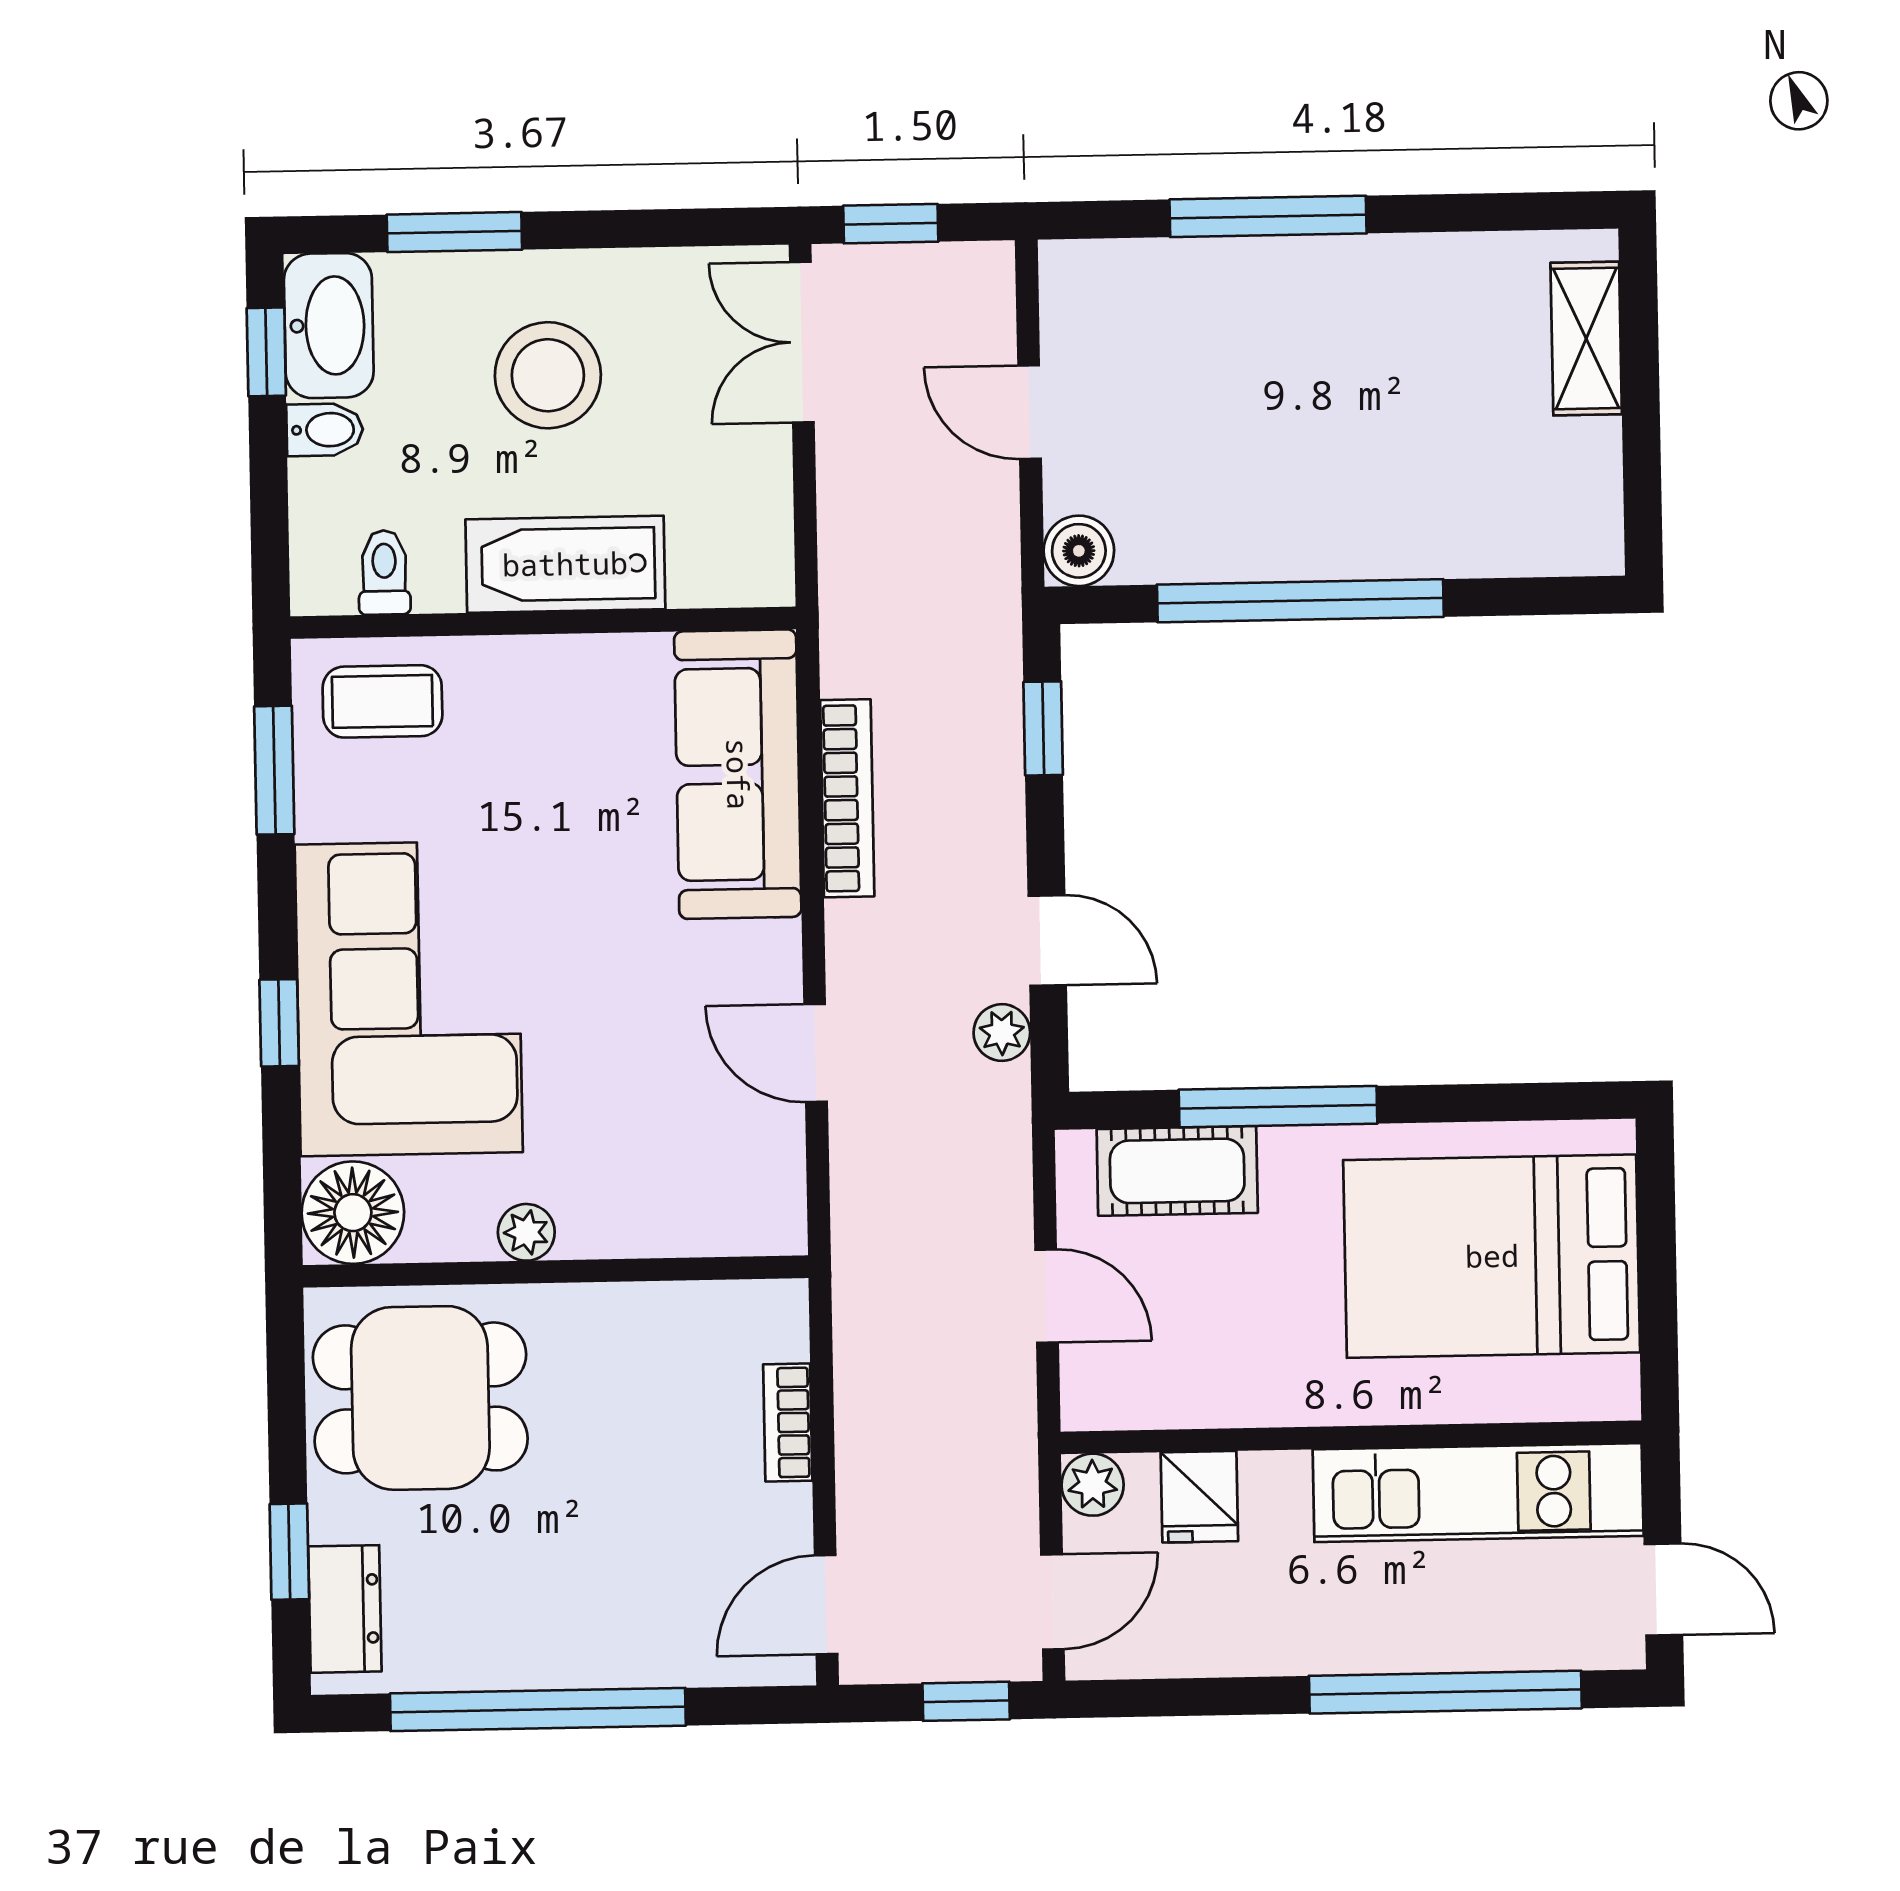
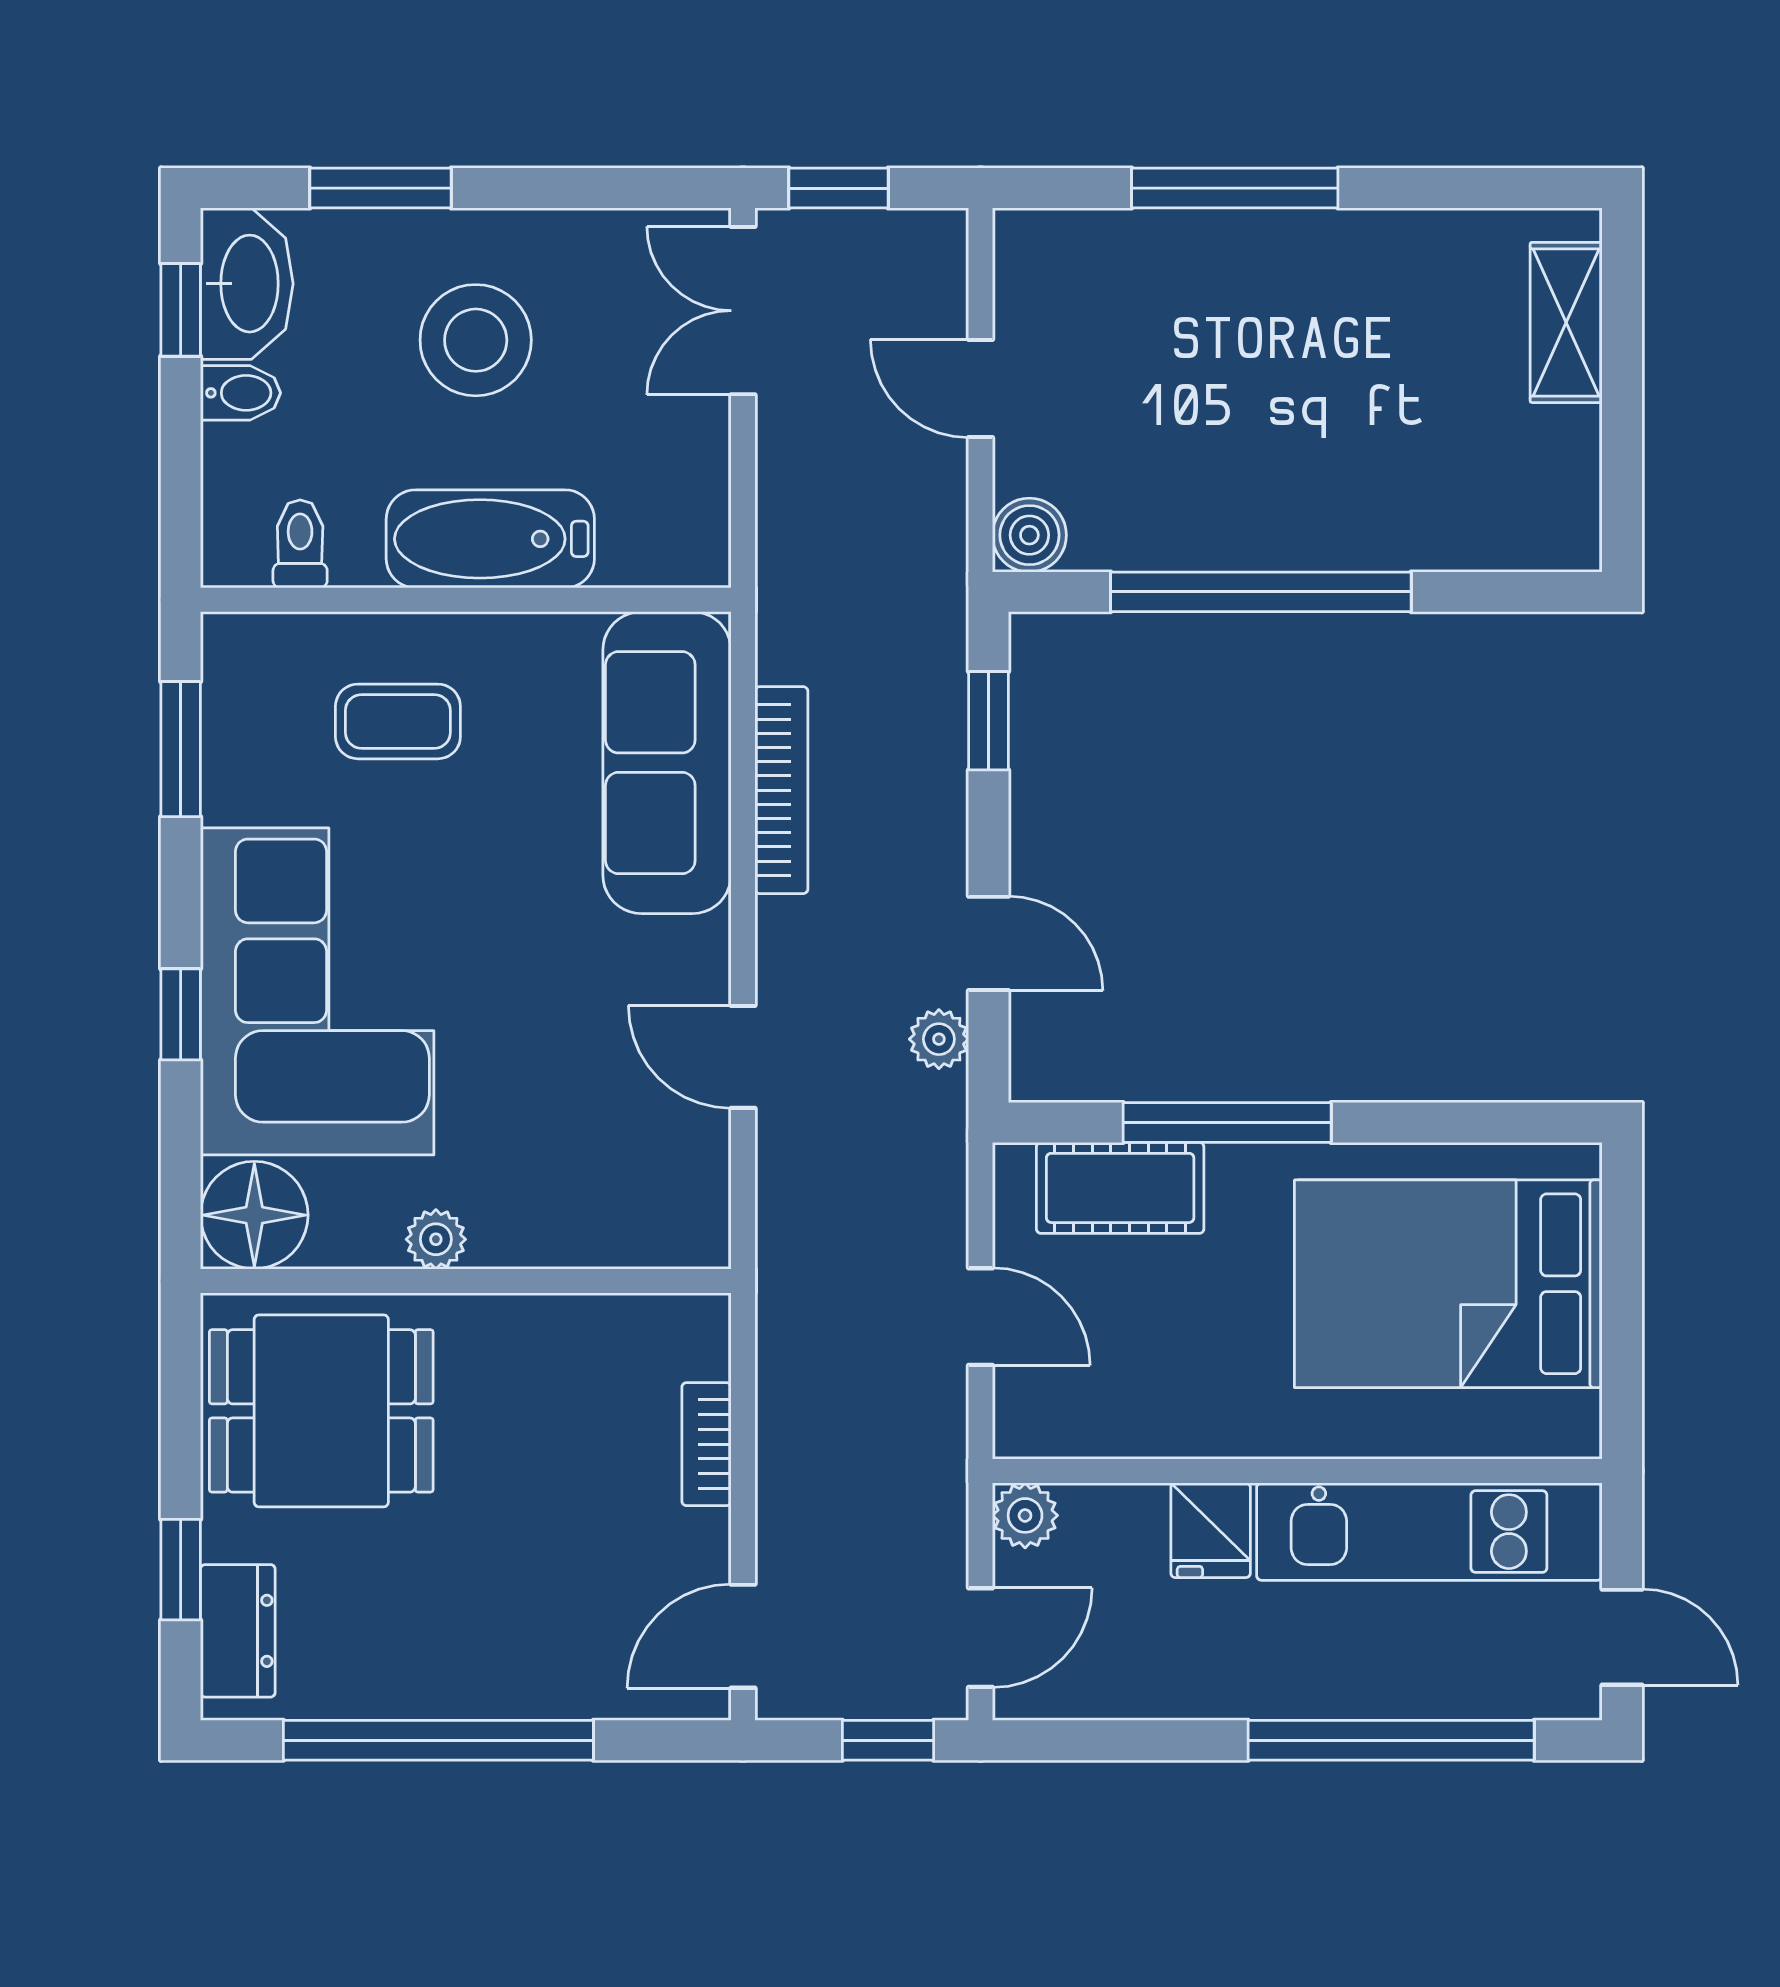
coffee table: (382, 701) -> (398, 721), moved
fridge: (1199, 1497) -> (1211, 1530), moved

